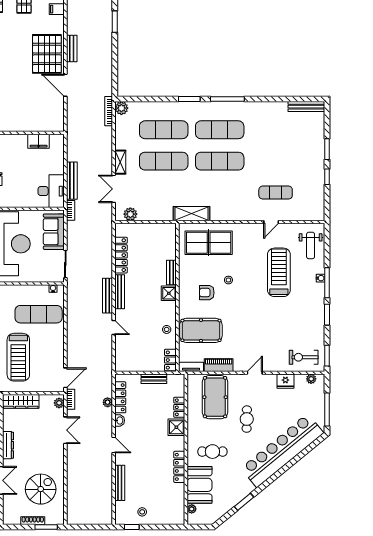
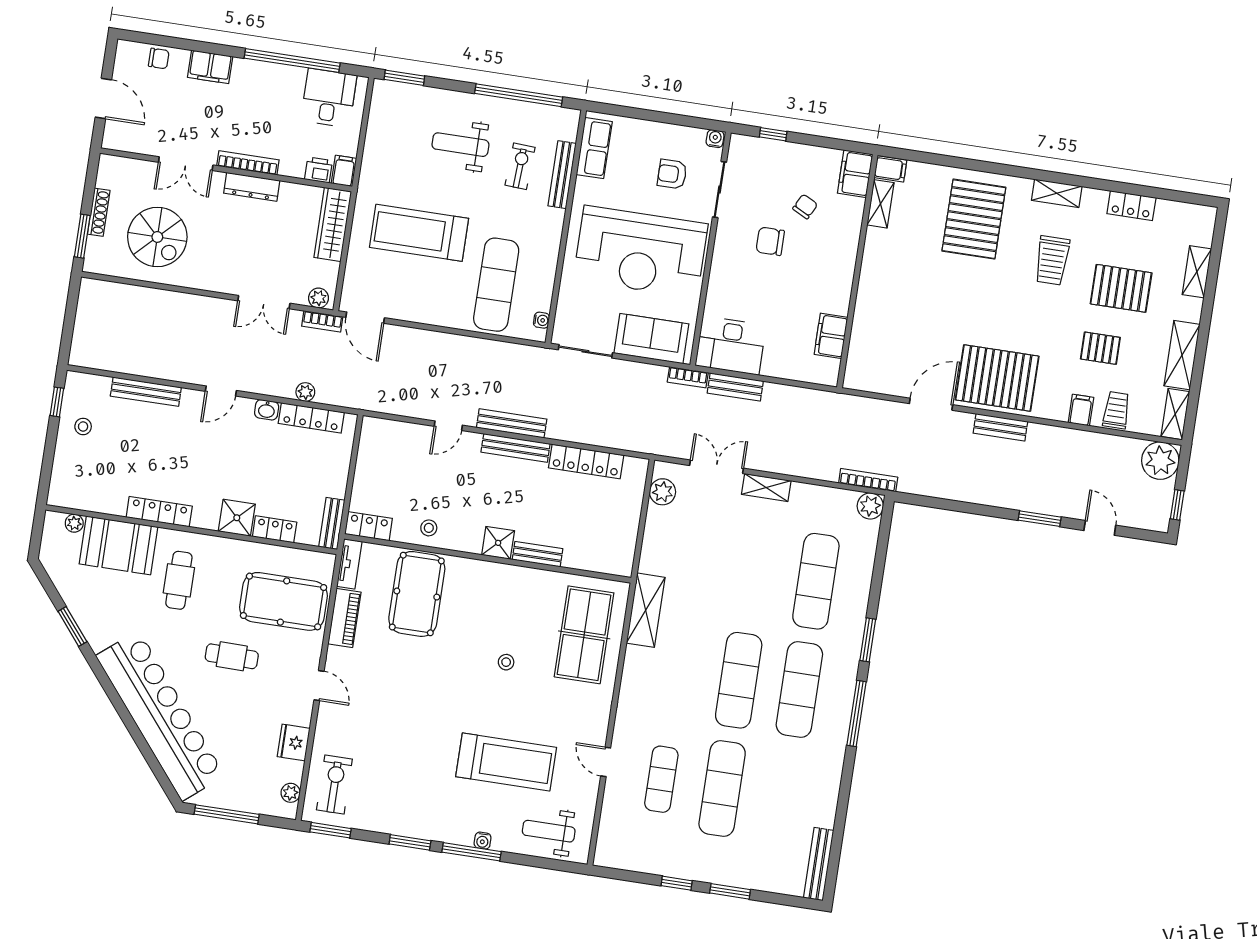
exercise mat: (164, 161) -> (722, 788), moved
bench: (72, 181) -> (735, 387), width x0.73
armchair: (207, 293) -> (488, 616), removed
bench: (154, 379) -> (332, 523), moved

